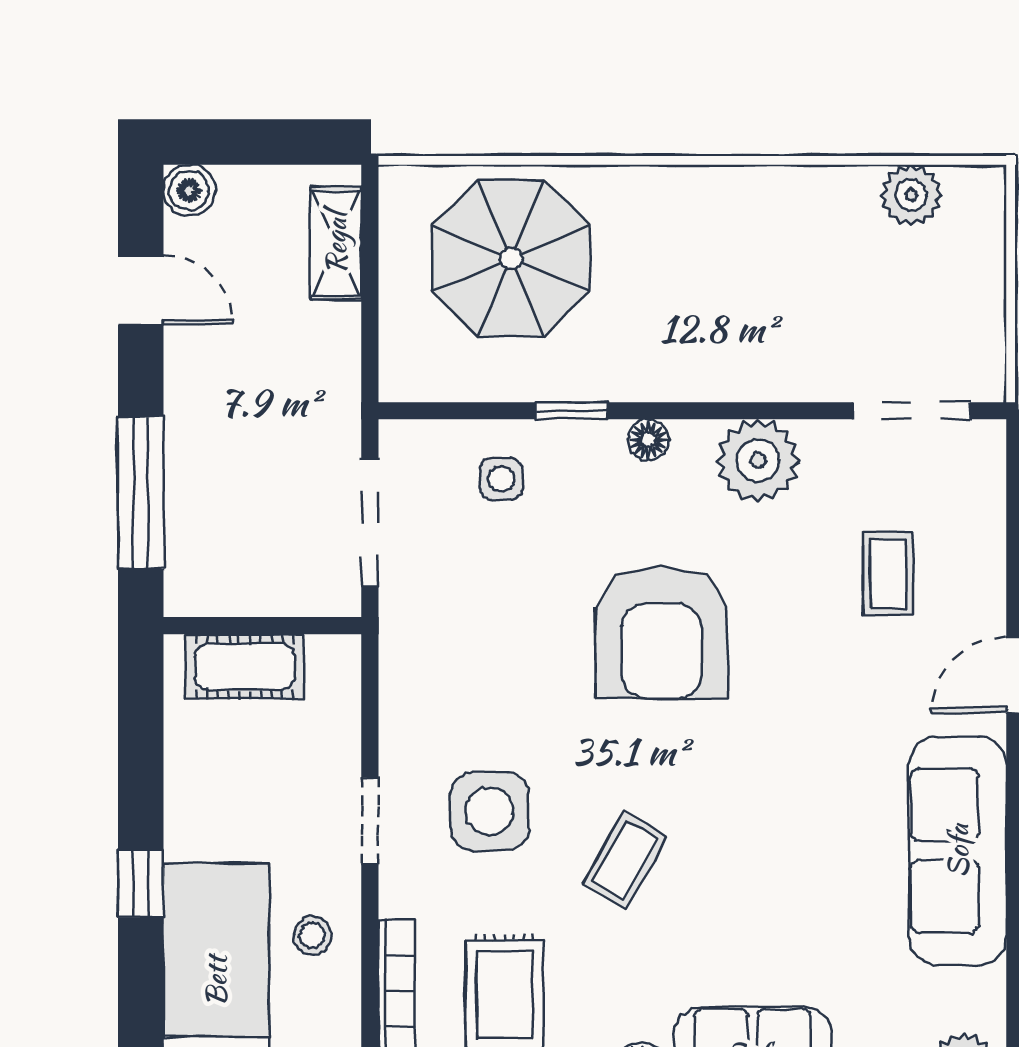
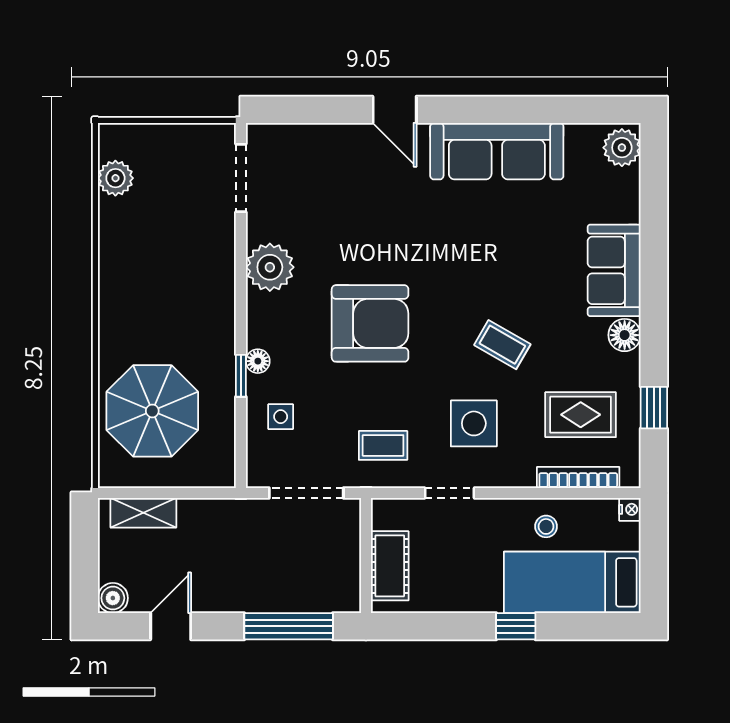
floor lamp: (649, 440) -> (258, 361), moved
coffee table: (888, 574) -> (383, 445), moved
doorway: (370, 820) -> (449, 493), moved

